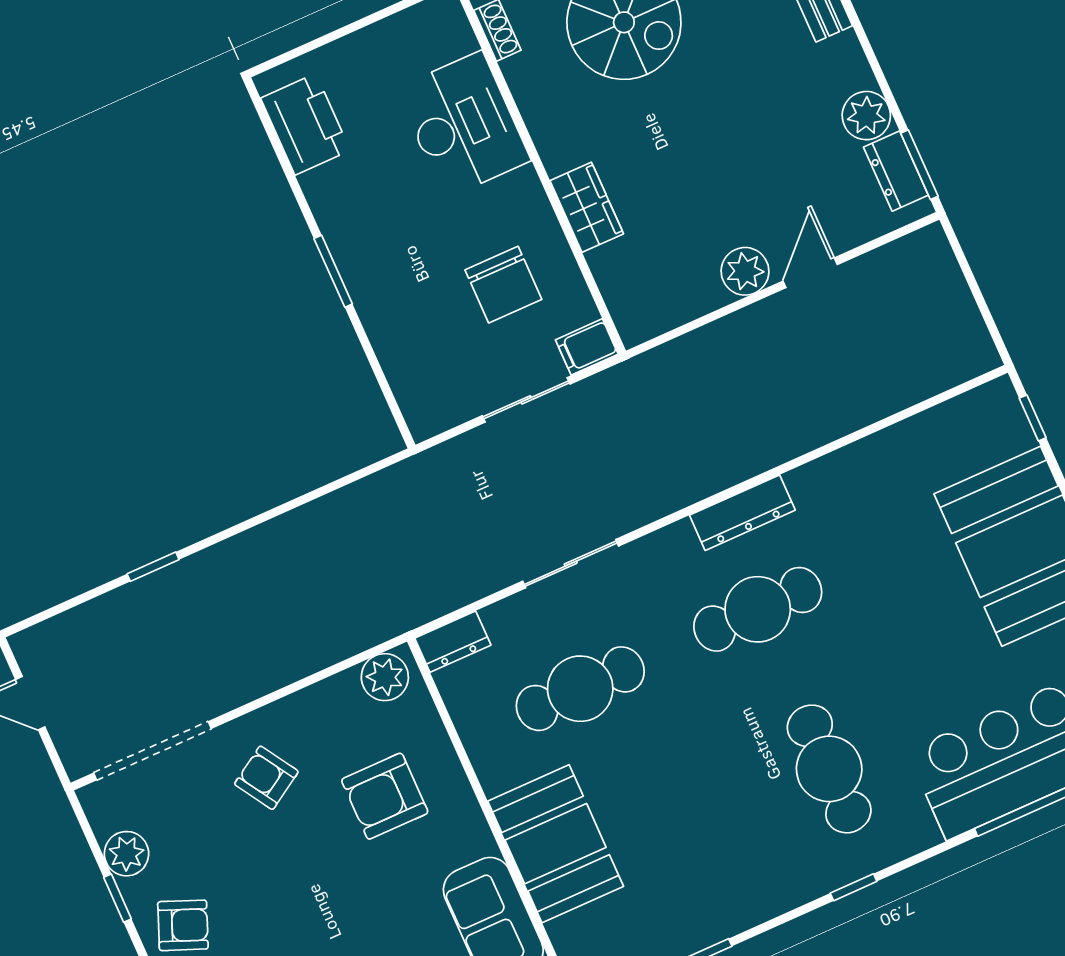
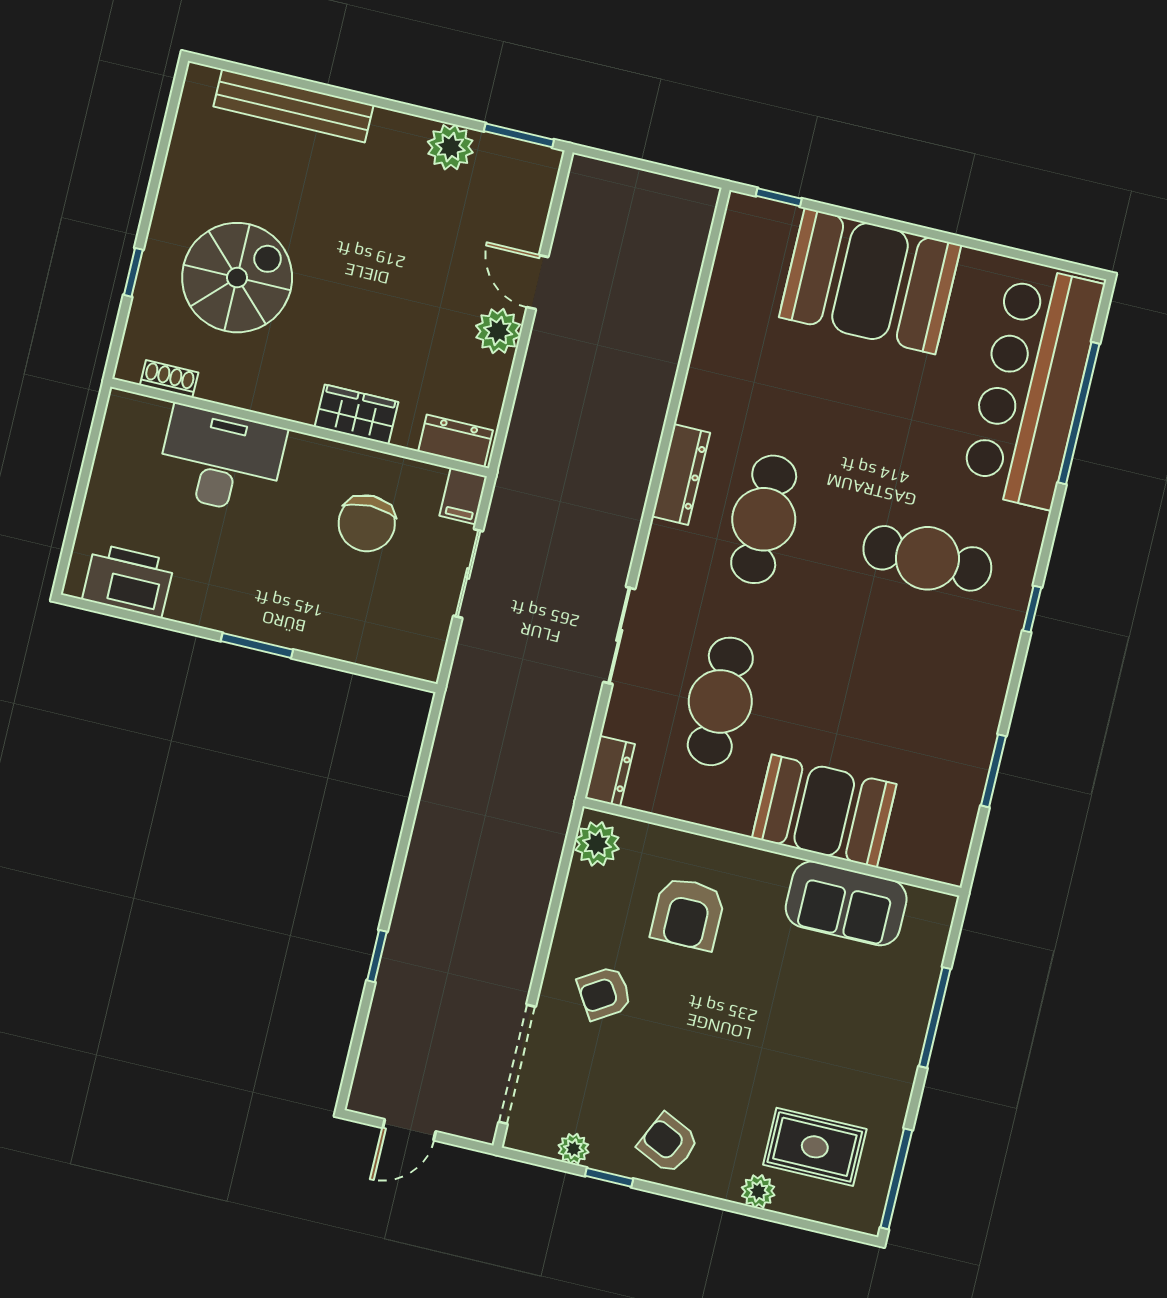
dresser: (896, 171) -> (456, 441), moved, turned 180
chair: (503, 285) -> (367, 523), turned 90
plant: (127, 854) -> (573, 1149), width x0.73, depth x0.73
armchair: (183, 925) -> (668, 1143), turned -87

